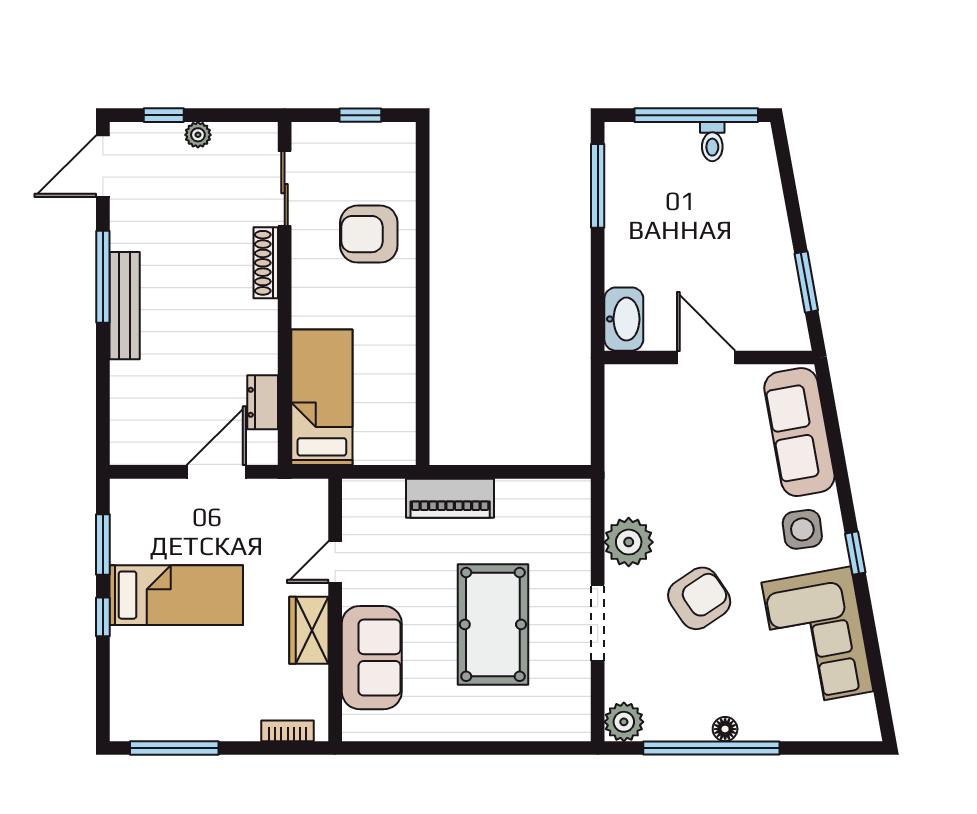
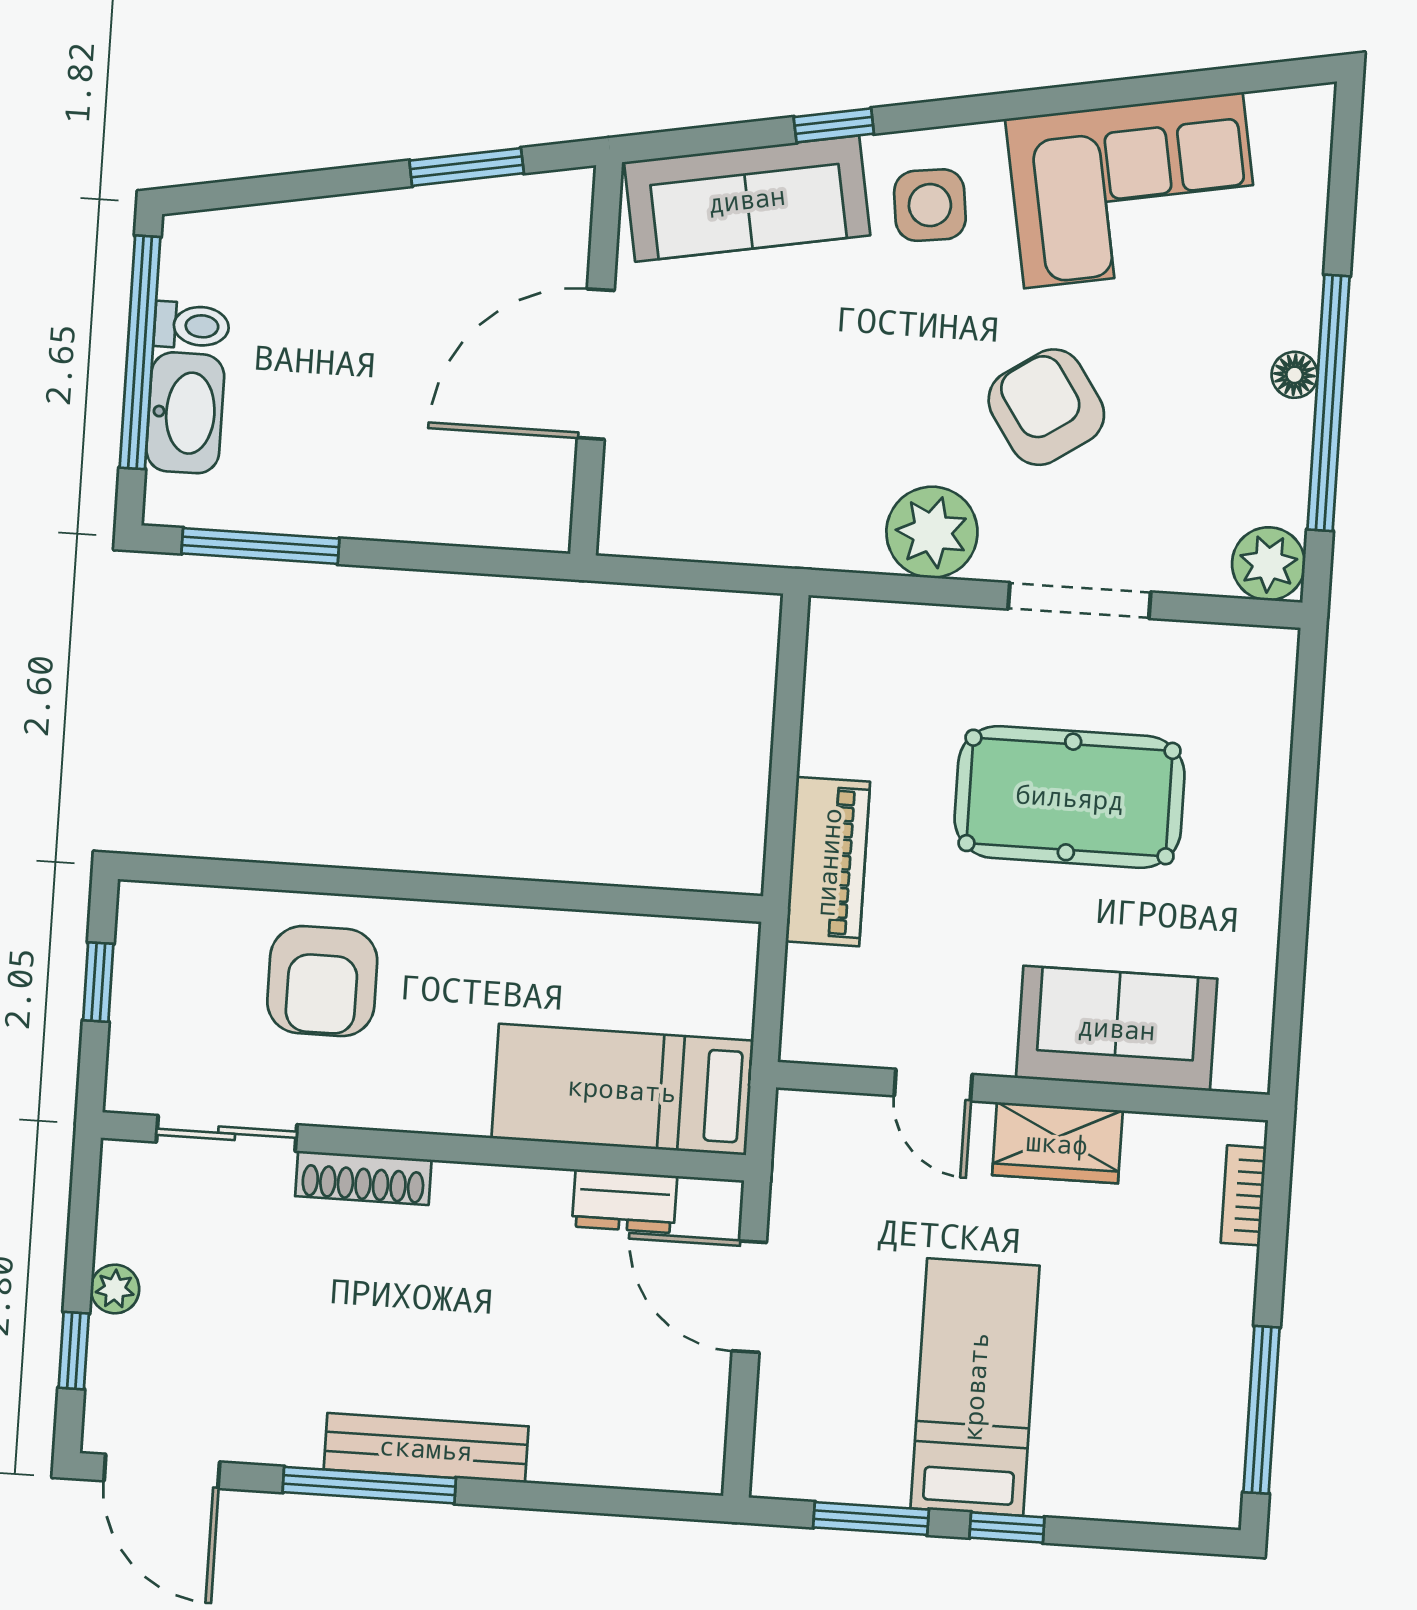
washbasin: (624, 319) -> (185, 413), moved, turned 90
door: (706, 357) -> (596, 364), width x1.36
window: (855, 553) -> (834, 125), moved

